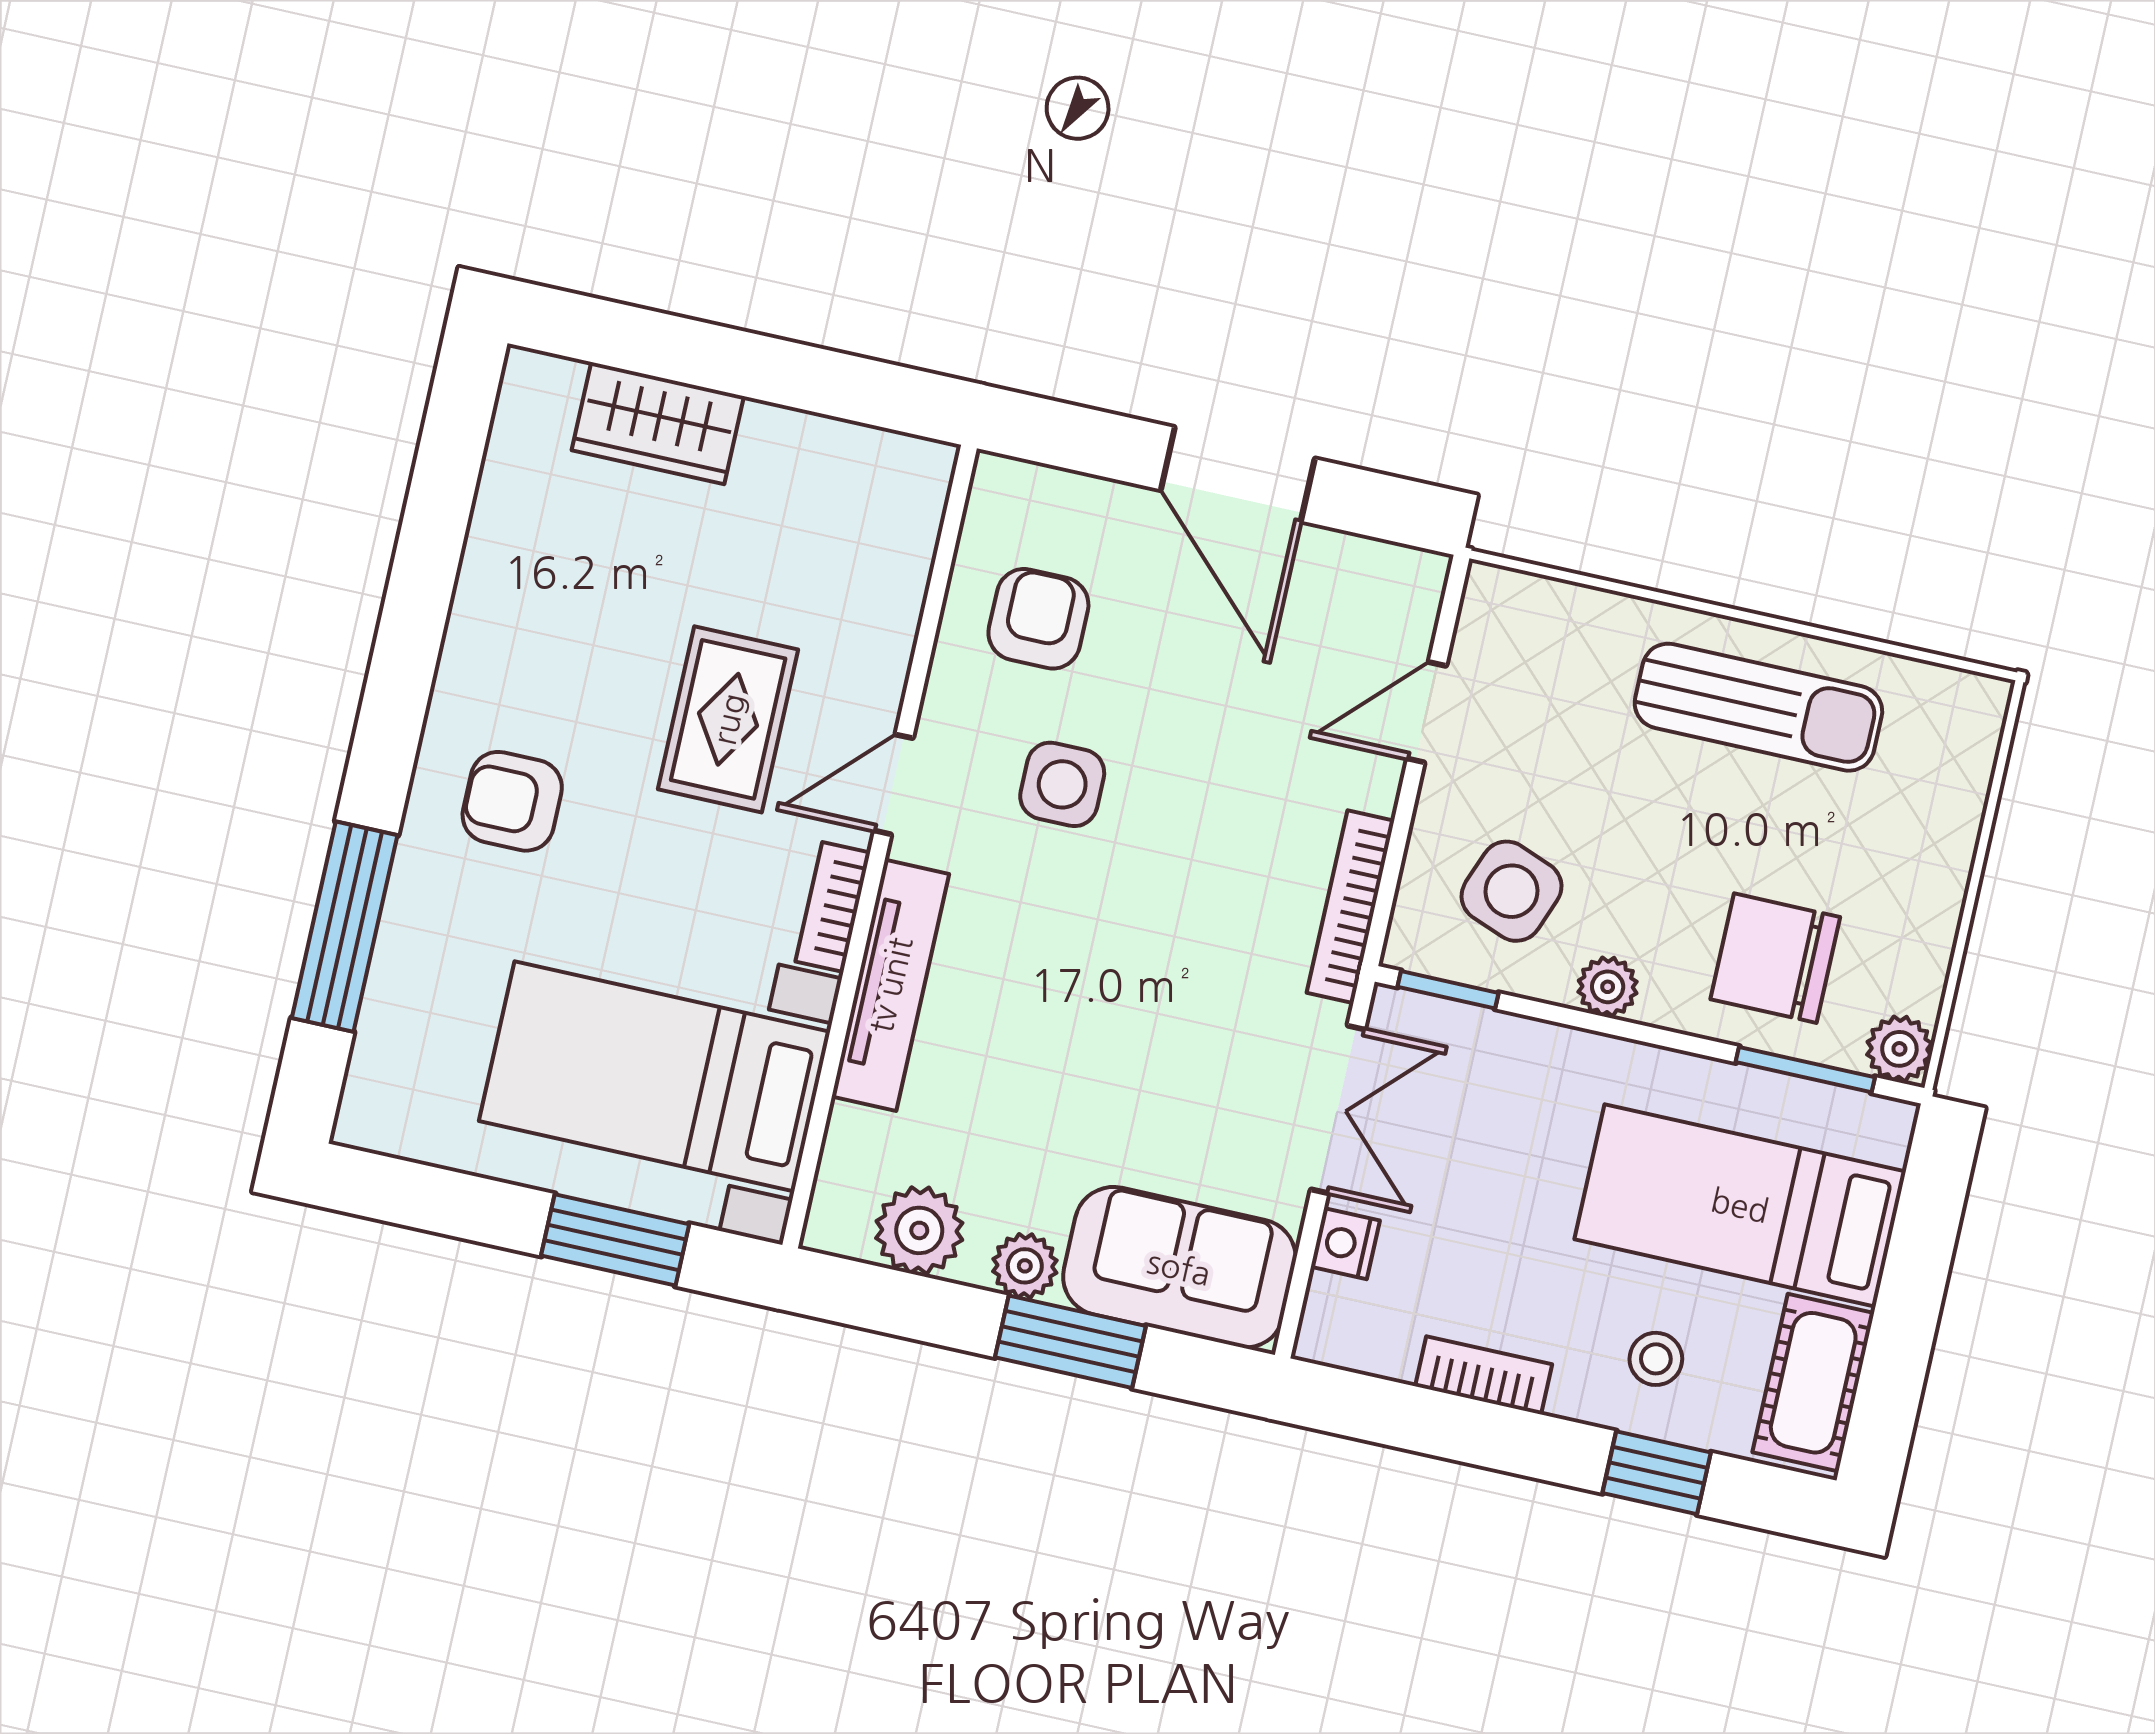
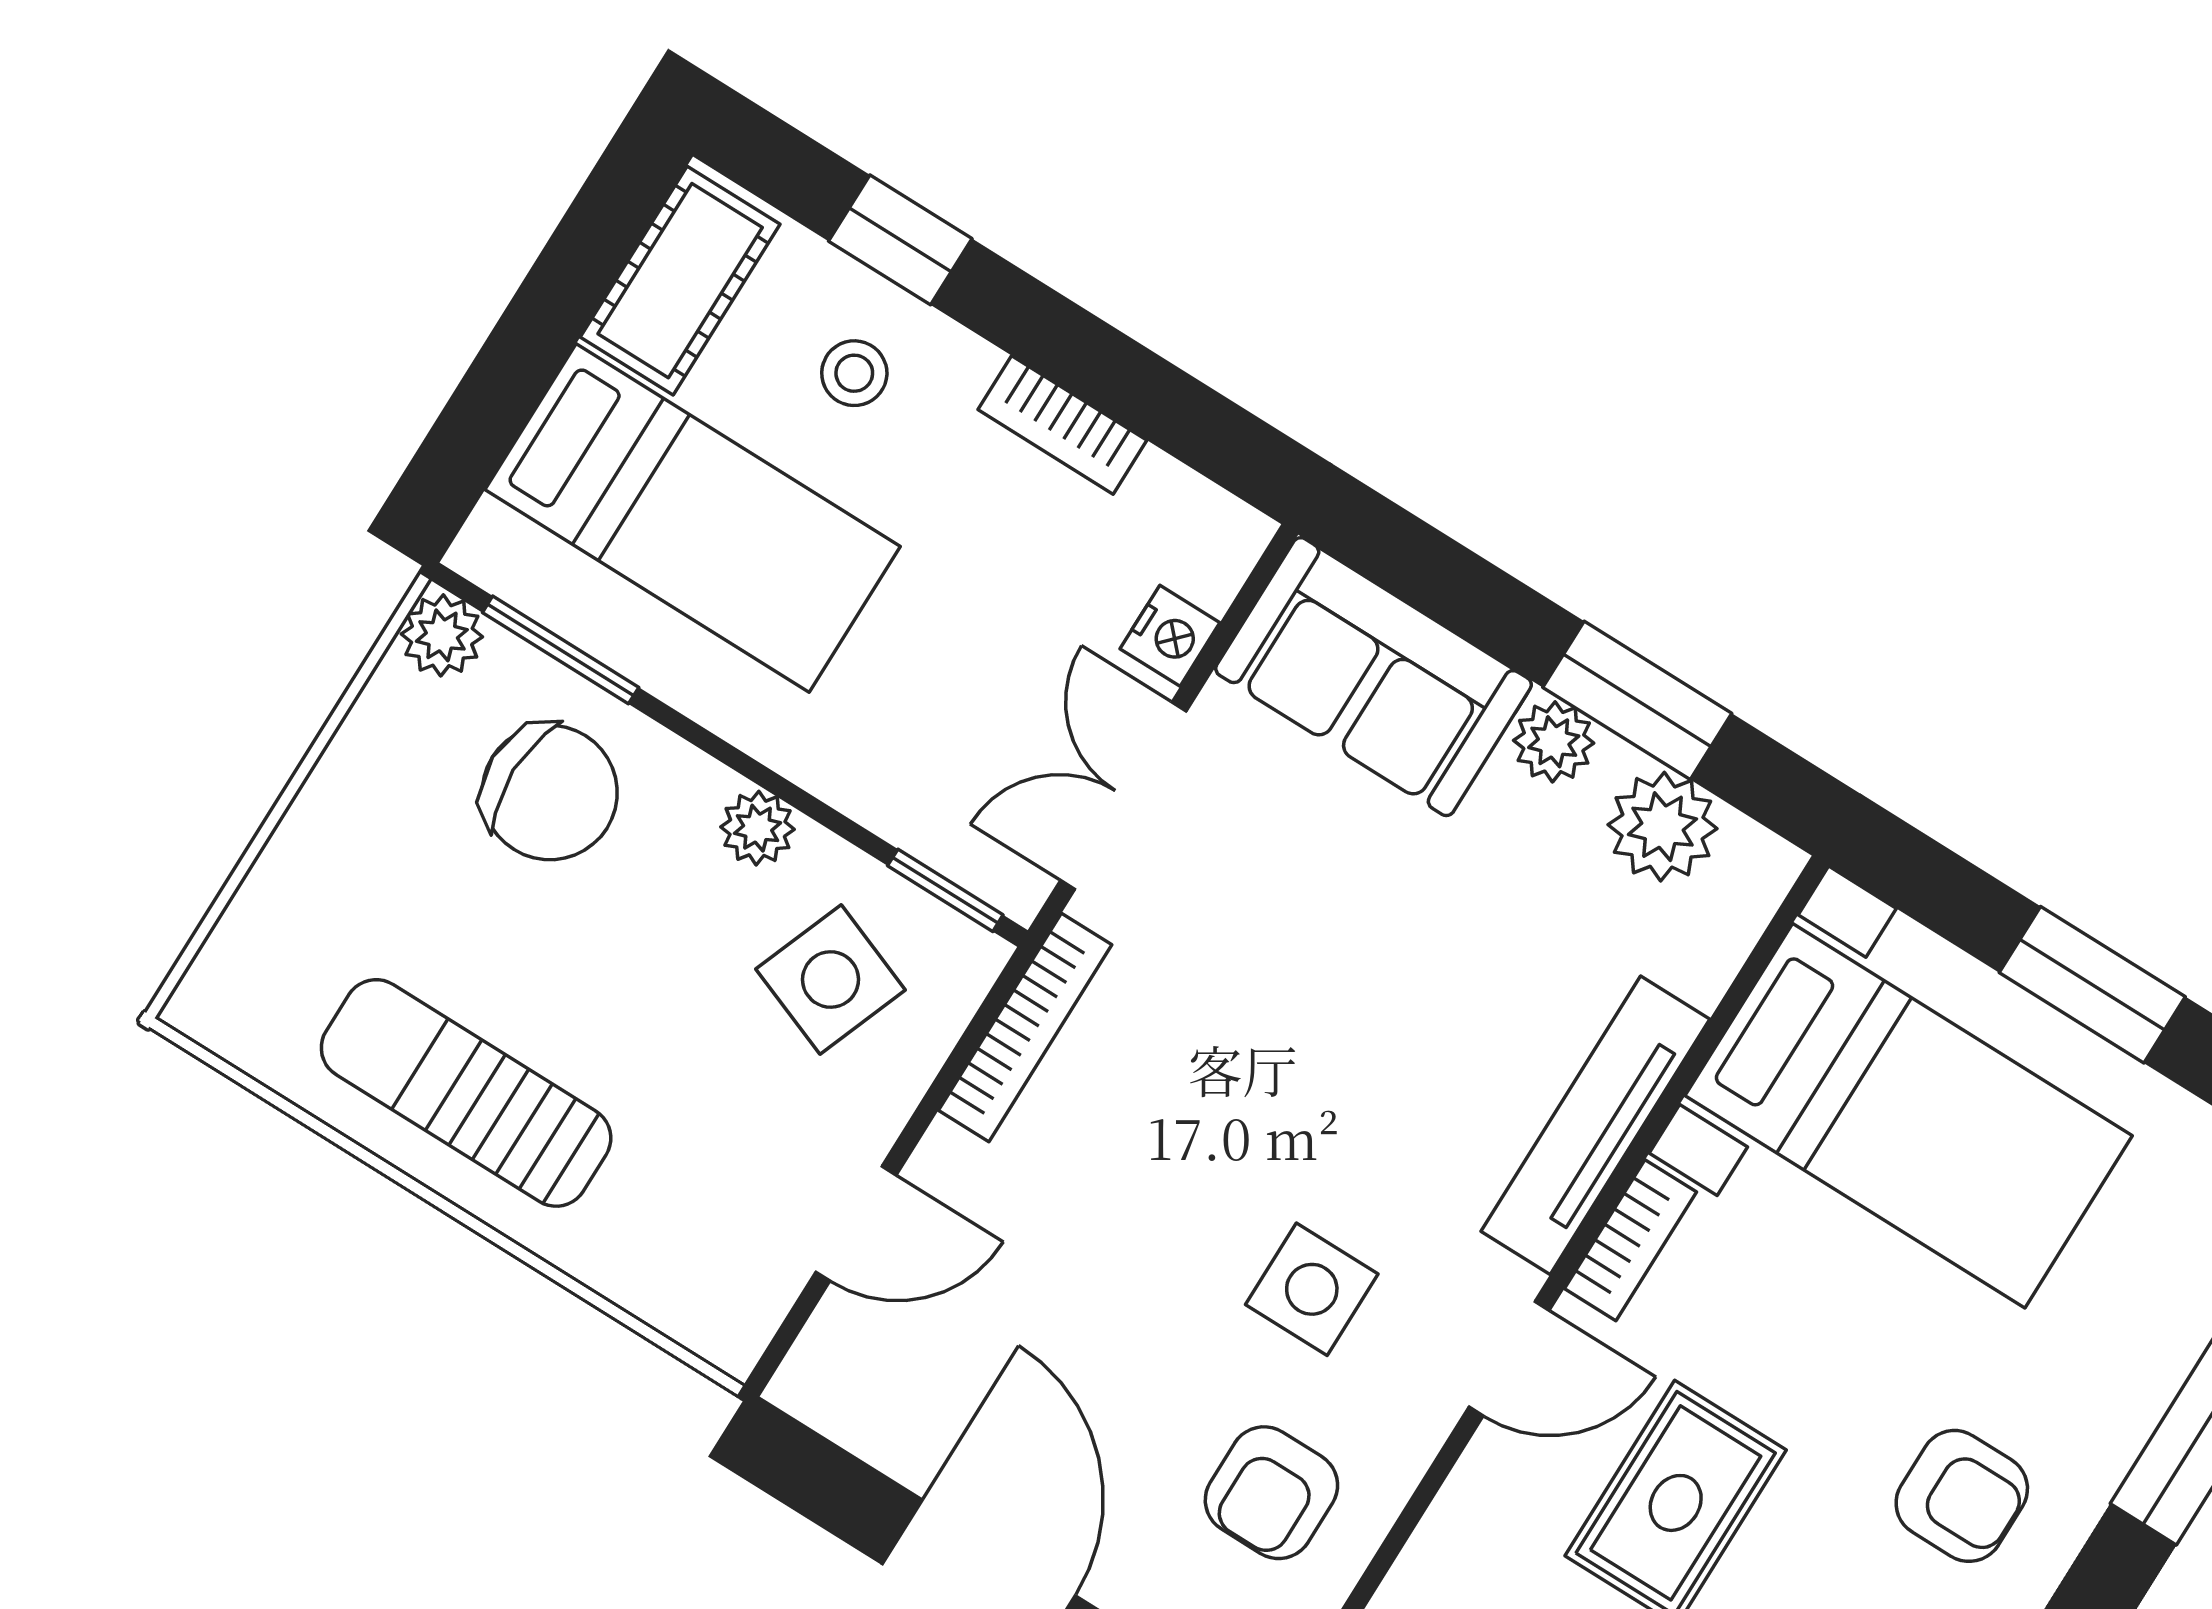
window: (615, 1240) -> (2092, 985), moved
window: (1070, 1342) -> (1637, 700), moved

